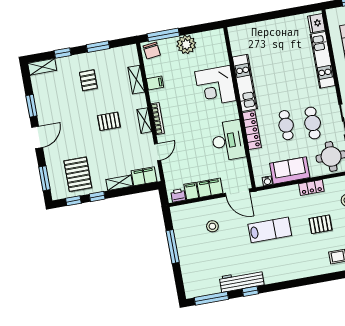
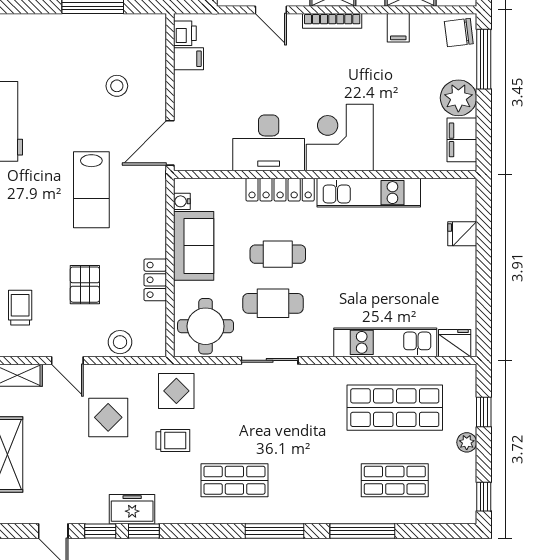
fridge: (258, 30) -> (462, 234), added
corner desk: (215, 86) -> (340, 137), moved
filing cabinet: (210, 188) -> (462, 140), moved, turned 180

